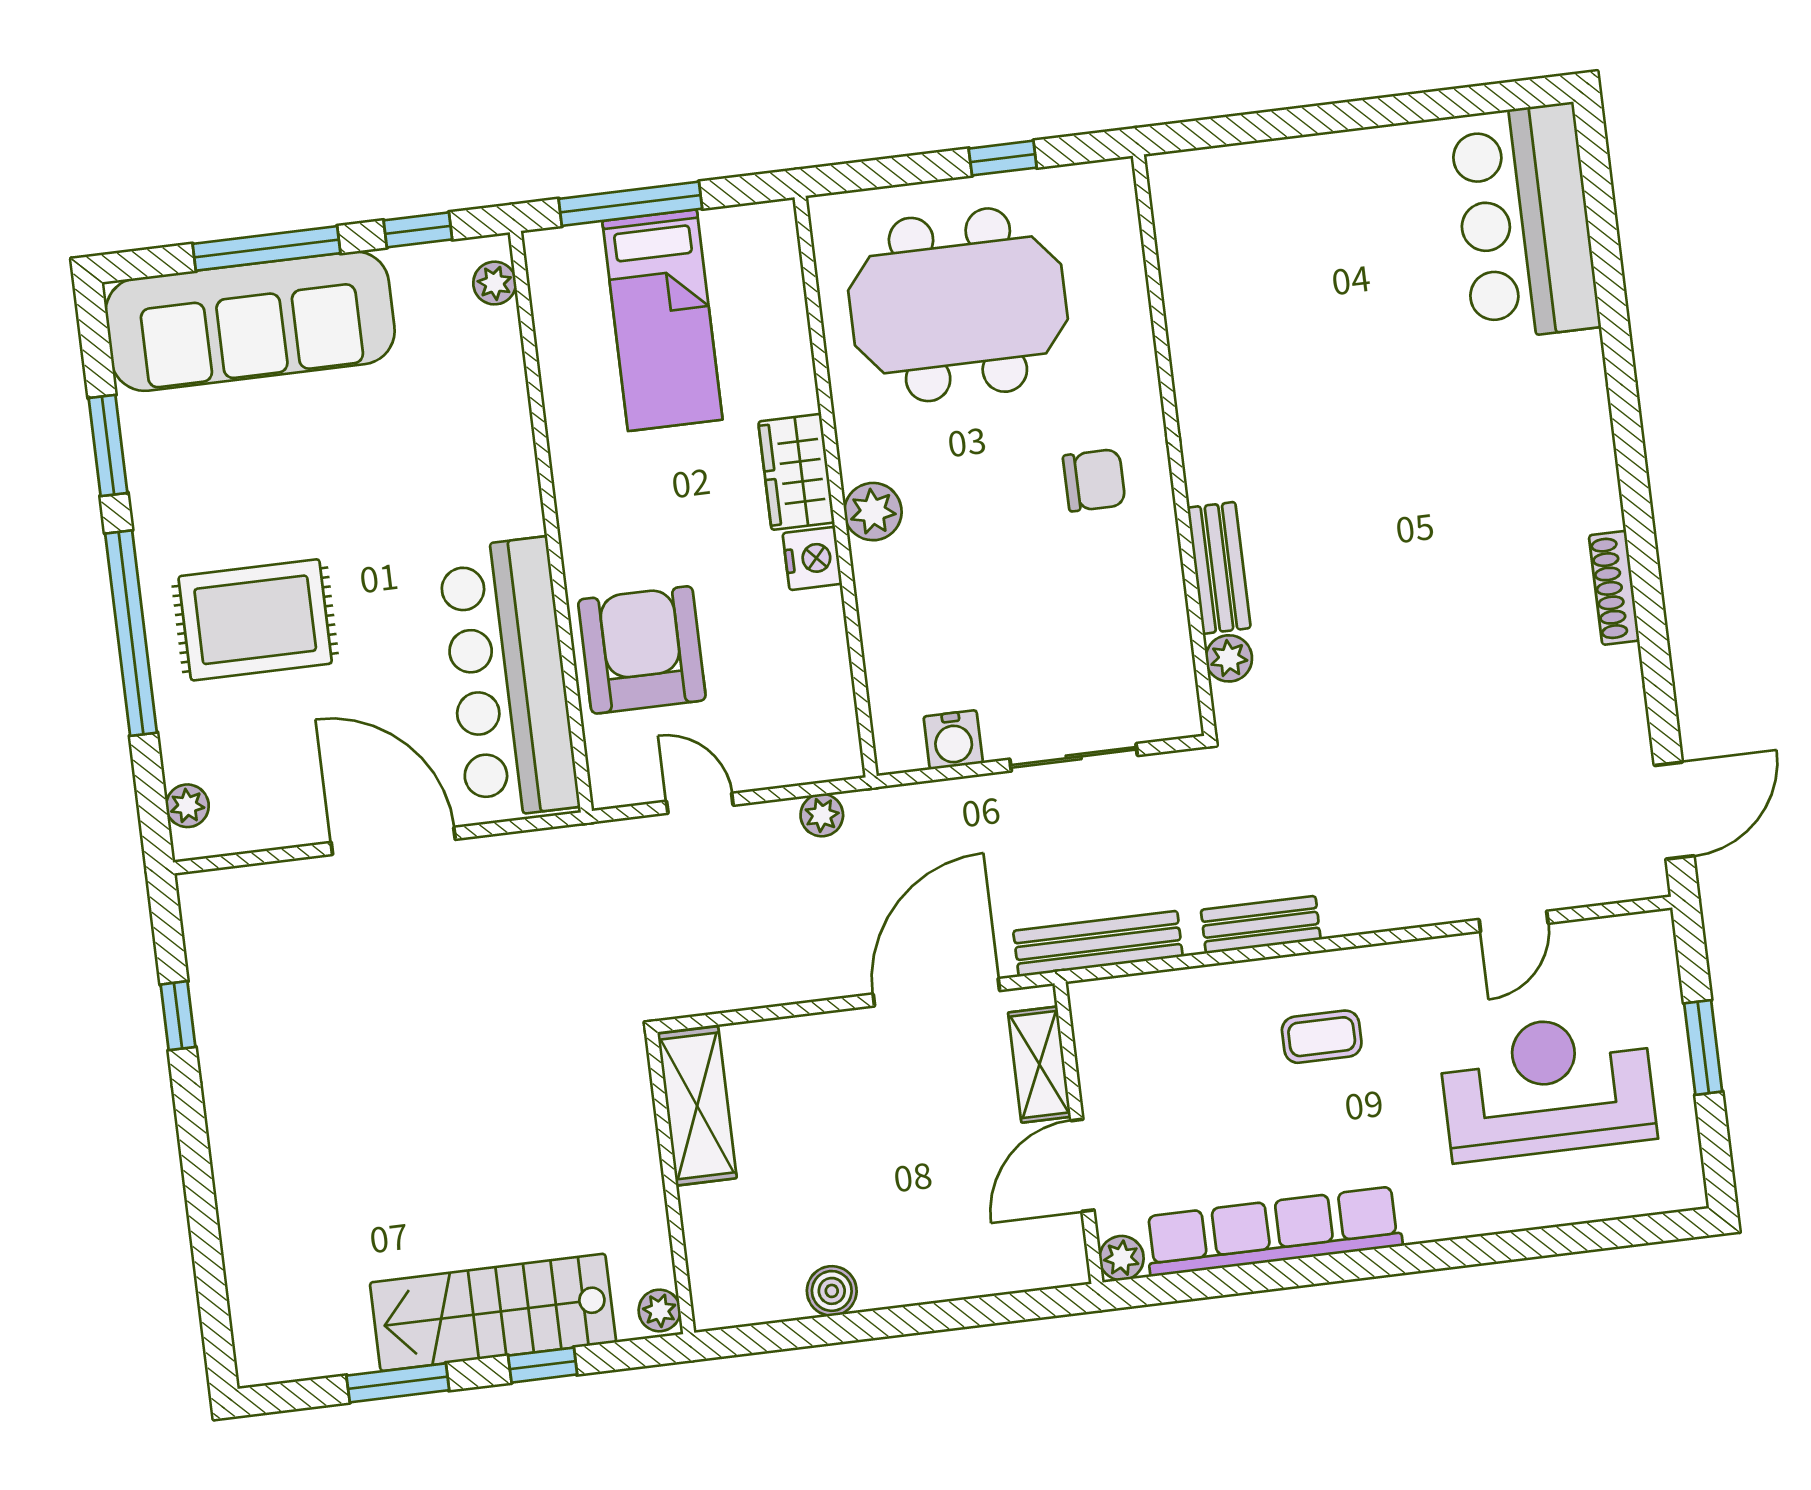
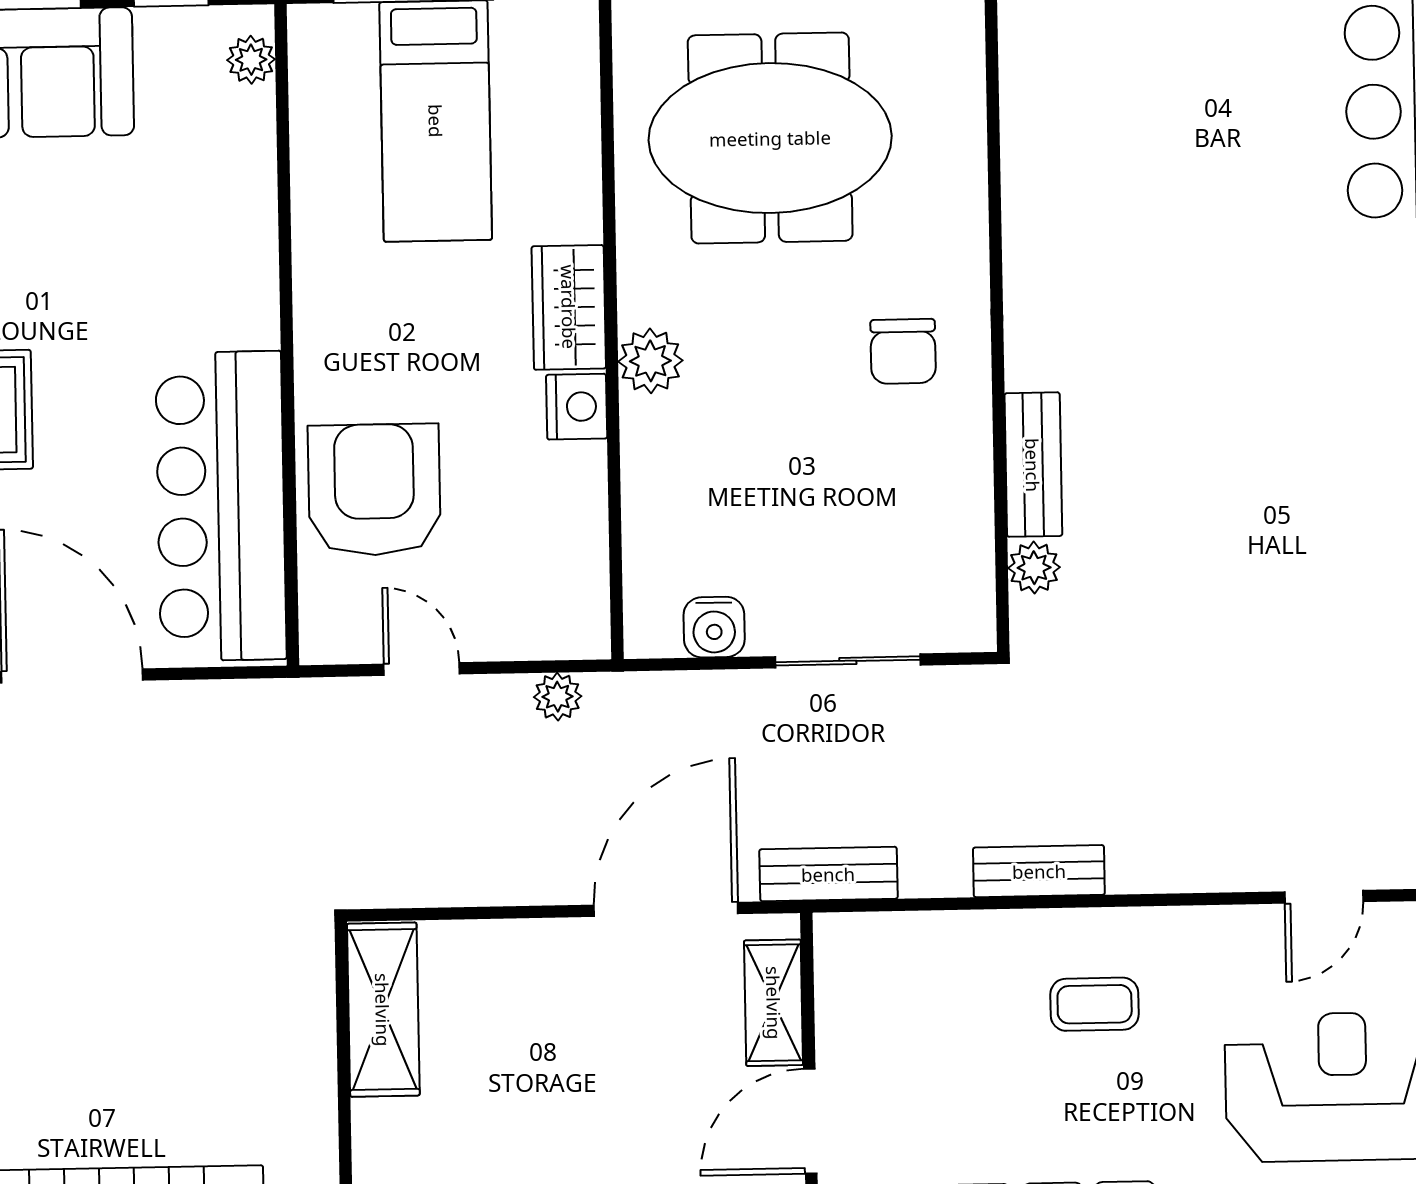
chair: (1094, 480) -> (903, 351), turned 90
bench: (1098, 944) -> (828, 874), width x0.73

